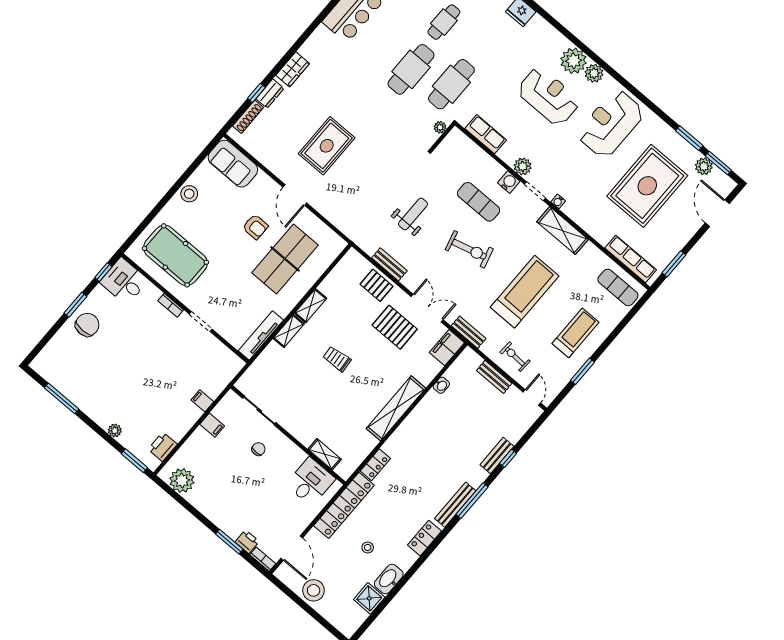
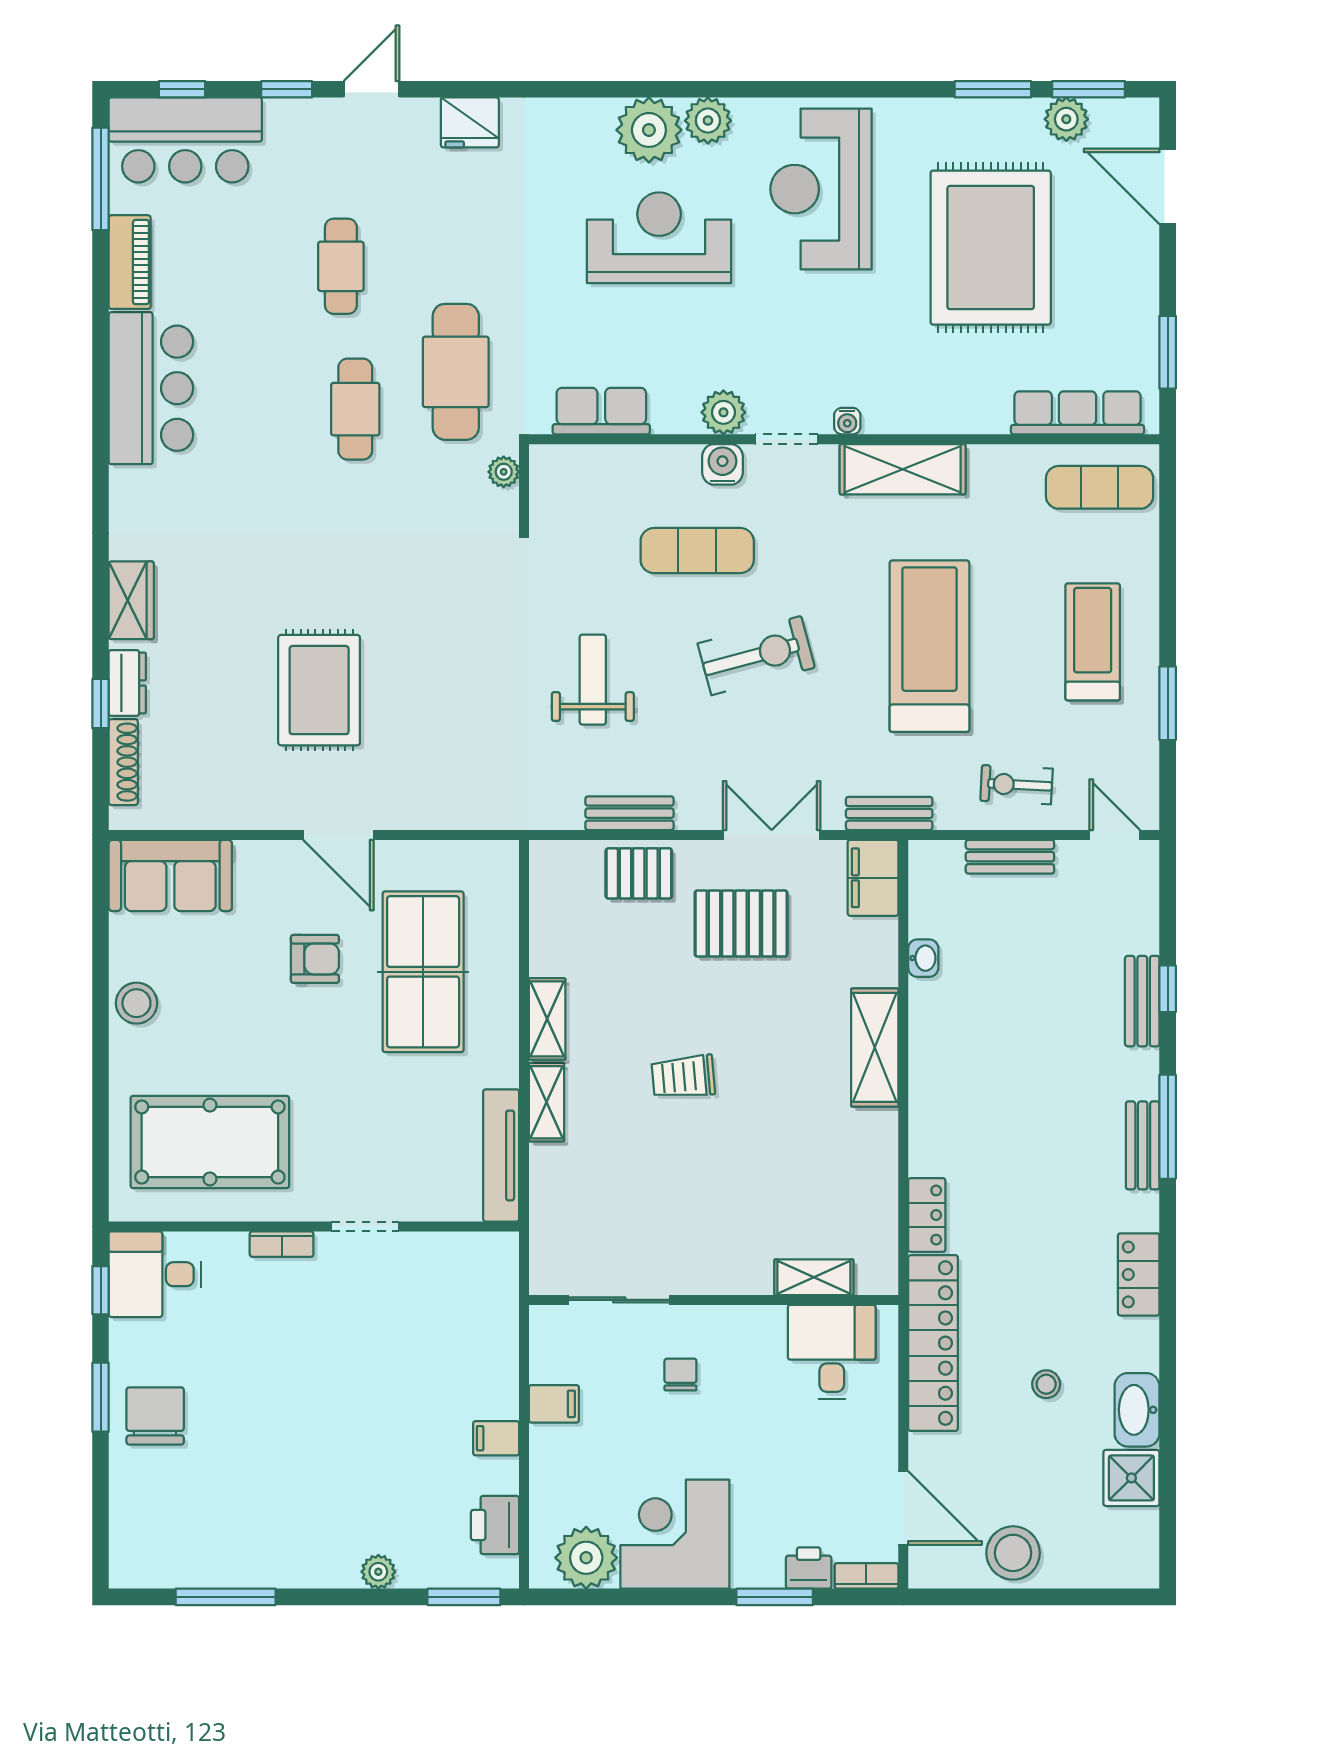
cafe table: (411, 69) -> (355, 409), width x0.73, depth x0.74
filing cabinet: (202, 401) -> (496, 1438), moved
shelving: (396, 408) -> (875, 1047), width x0.68
corner desk: (215, 496) -> (675, 1534), added
bench: (455, 505) -> (1143, 1145), width x0.73

